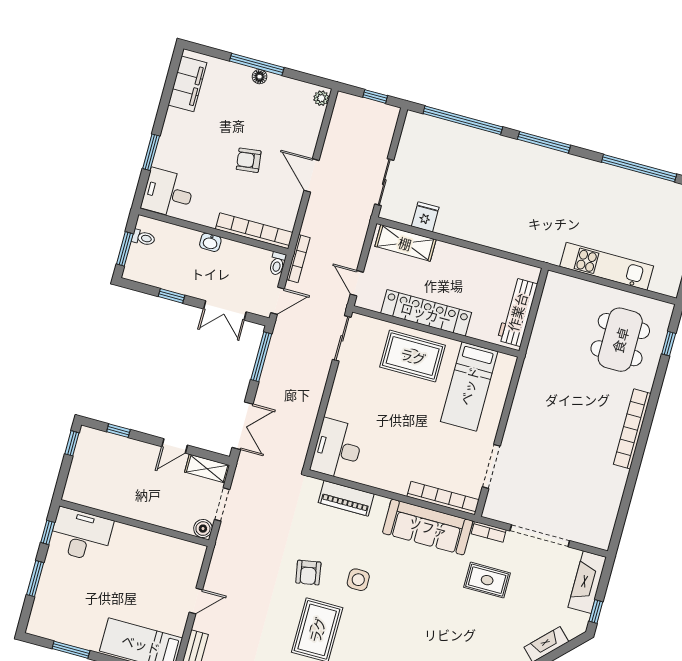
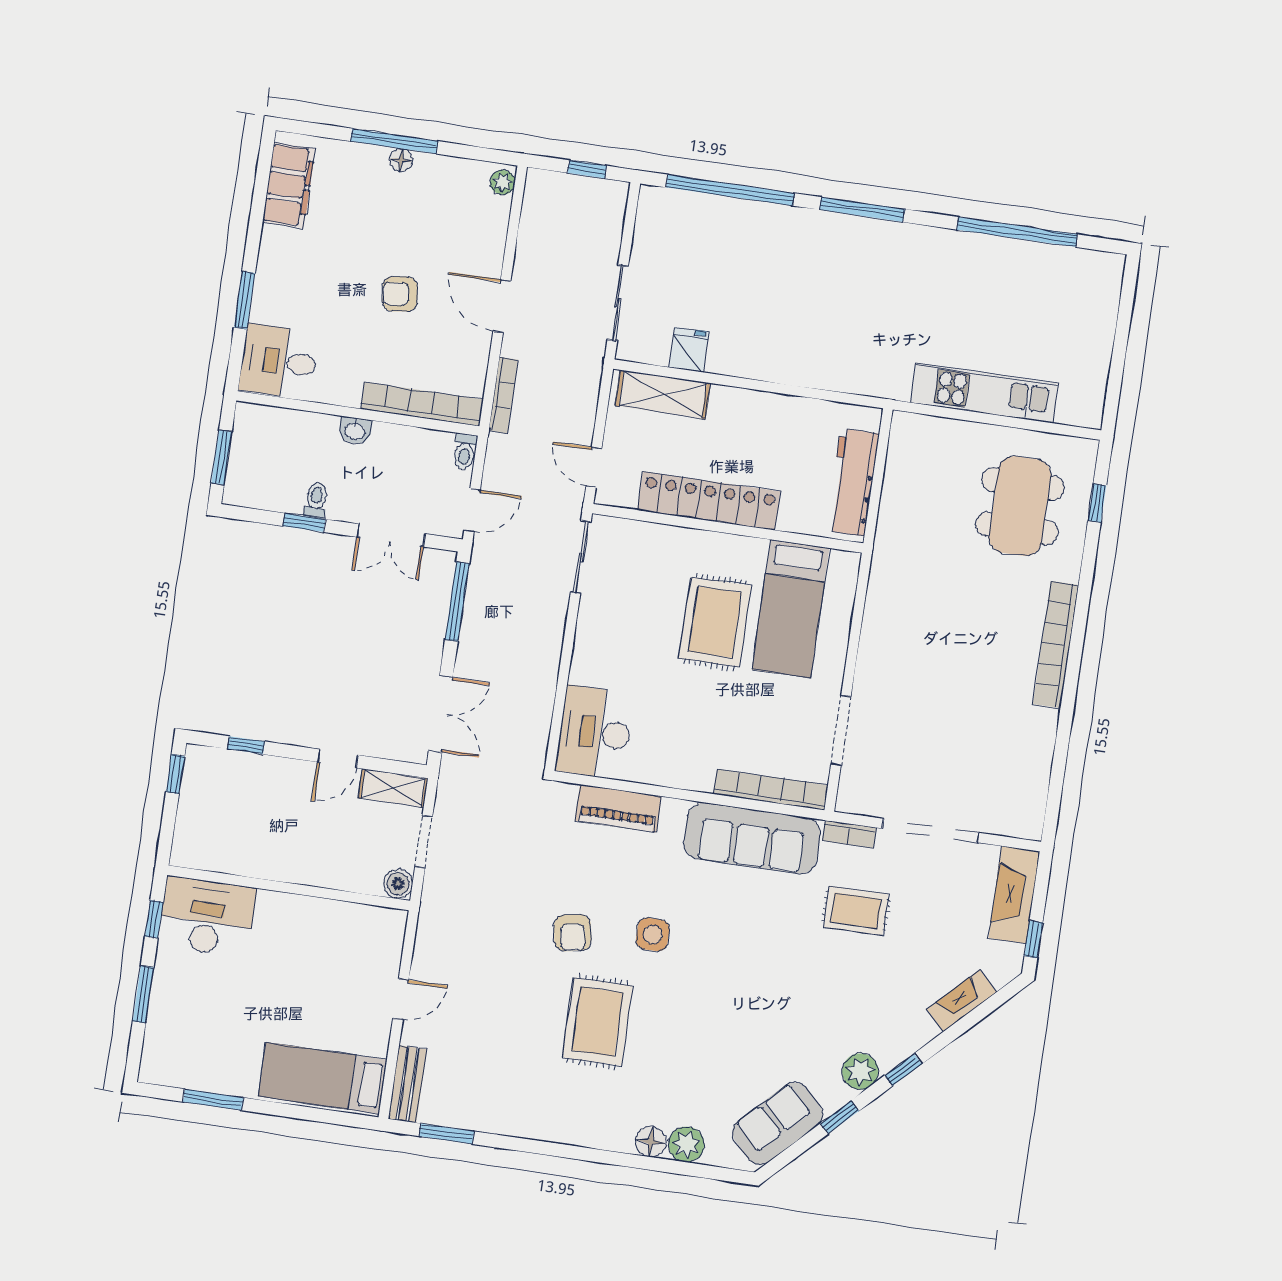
toilet: (143, 238) -> (316, 500), moved, turned -90
bookcase: (298, 259) -> (503, 395), moved
rug: (413, 356) -> (715, 622), moved, turned 90

